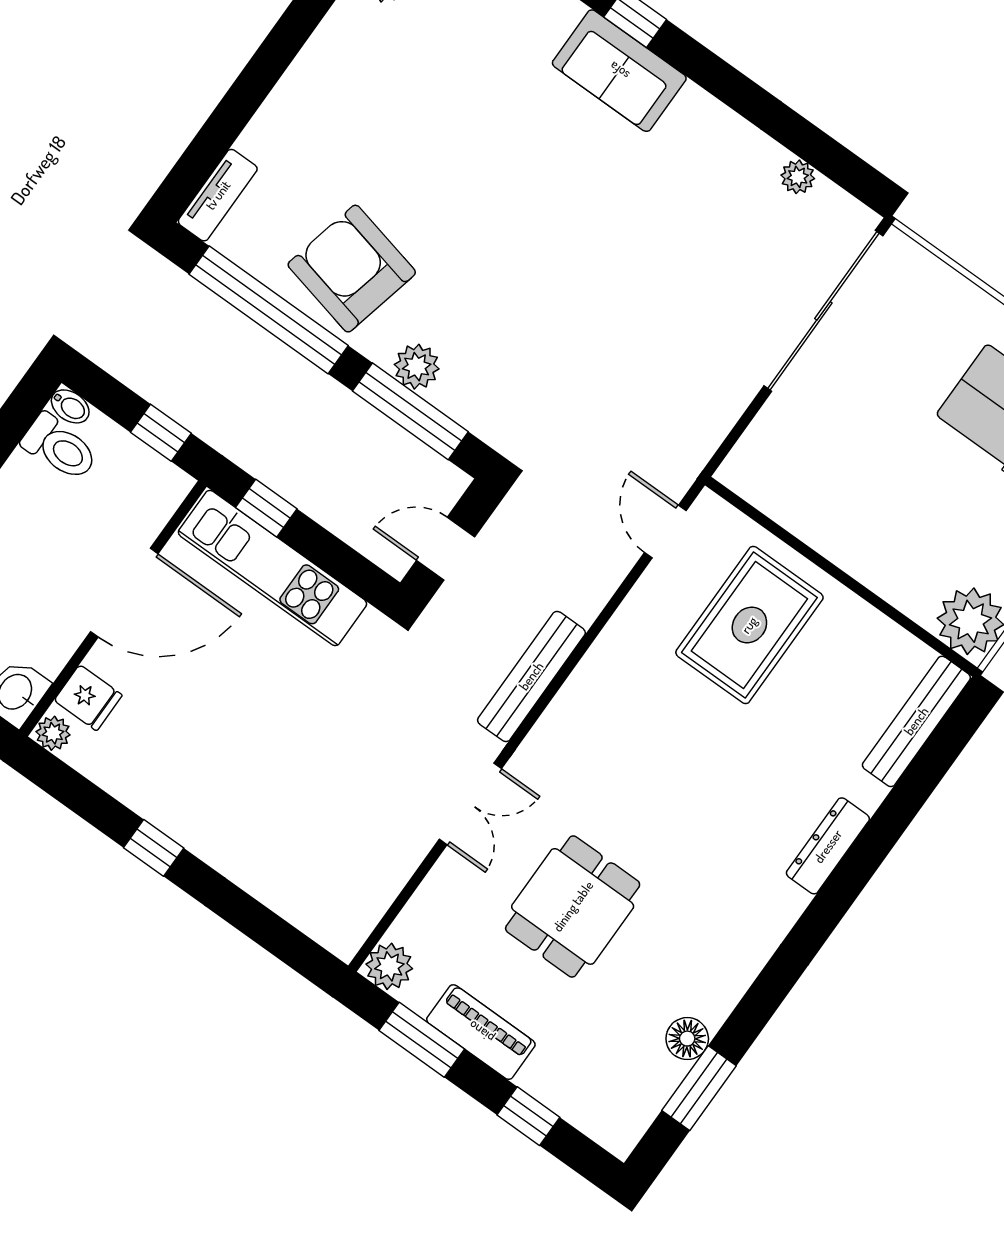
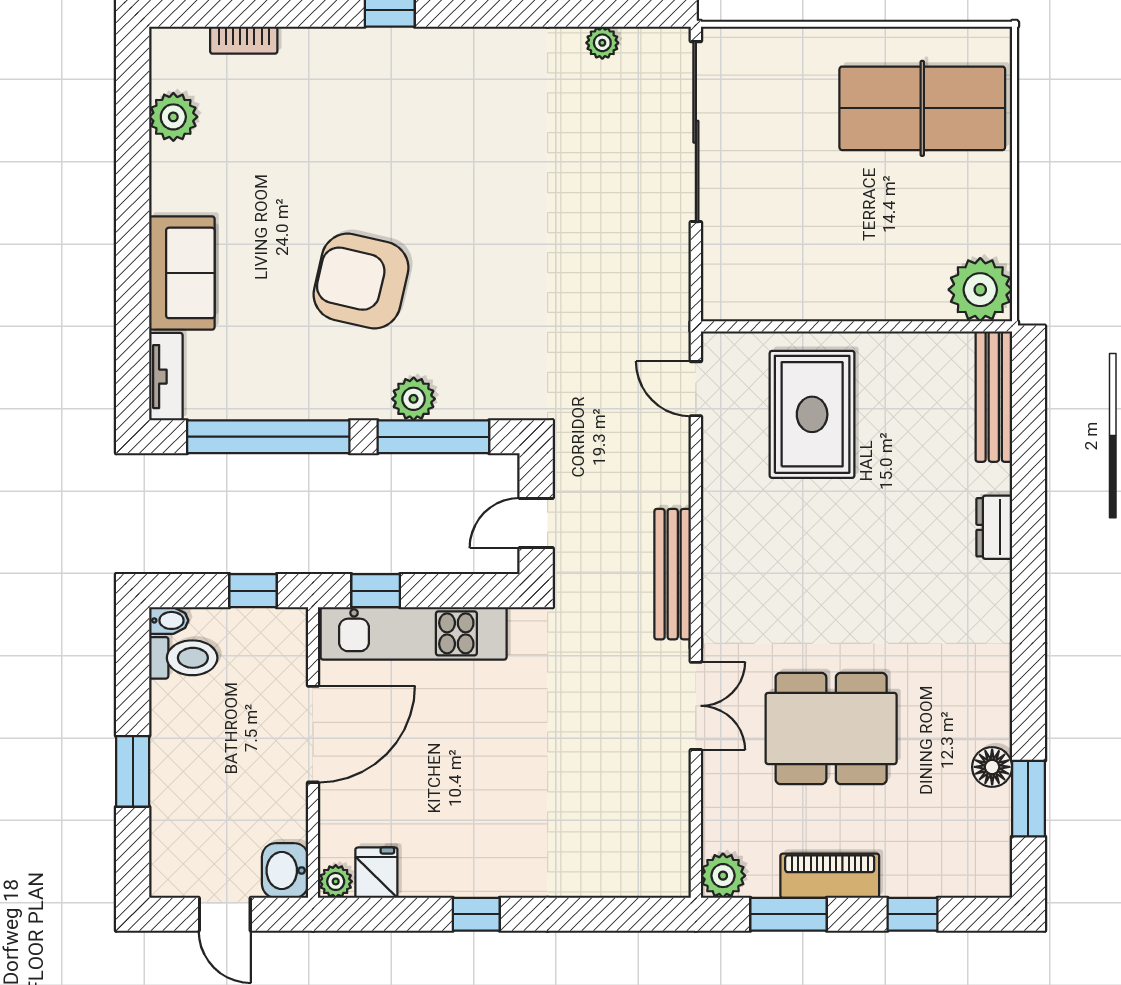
sofa: (619, 71) -> (182, 273), moved, turned -90
armchair: (352, 269) -> (361, 281), moved
fridge: (88, 698) -> (376, 873), moved, turned -90
dresser: (828, 846) -> (994, 527), width x0.70
dining table: (573, 906) -> (831, 728), width x1.37

